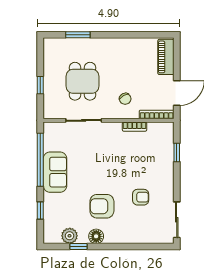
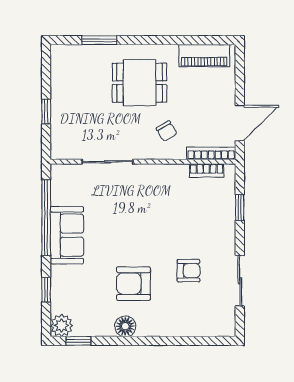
piano: (166, 57) -> (204, 56), moved, turned -90
dining table: (82, 81) -> (139, 83), moved, turned 90
bookcase: (135, 127) -> (207, 171), moved
sliding door: (177, 220) -> (240, 281), moved
plant: (70, 236) -> (61, 326), moved
window: (79, 247) -> (78, 341), moved

